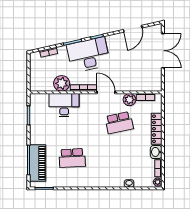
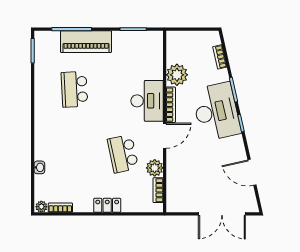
desk: (64, 105) -> (147, 101), moved
locker: (157, 129) -> (107, 205), width x0.66
washbasin: (156, 152) -> (83, 205), removed
piano: (38, 163) -> (86, 42), moved

